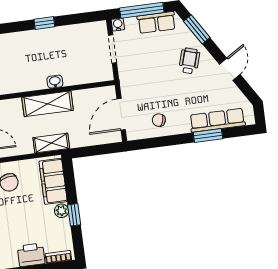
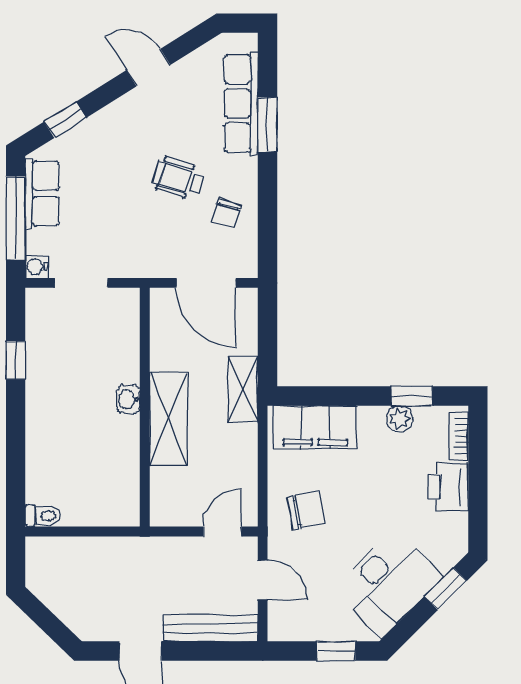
window: (44, 23) -> (16, 360), moved
window: (197, 29) -> (65, 120), width x0.67
wheelchair: (189, 61) -> (179, 178), moved
shelving: (51, 143) -> (243, 389), moved
plant: (62, 211) -> (400, 419), moved
window: (74, 215) -> (412, 396), moved

